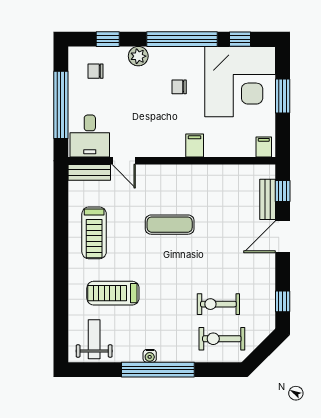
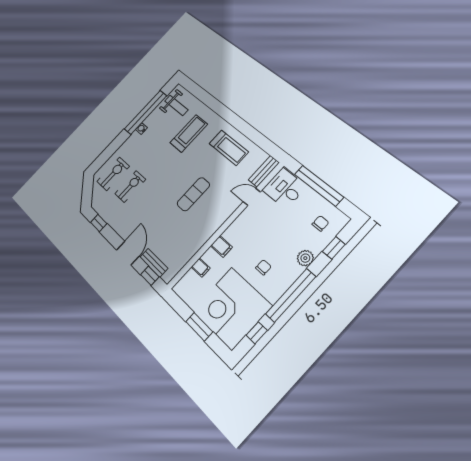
filing cabinet: (264, 147) -> (201, 268), moved
treadmill: (94, 233) -> (229, 148), turned 180
window: (158, 370) -> (146, 112), moved

